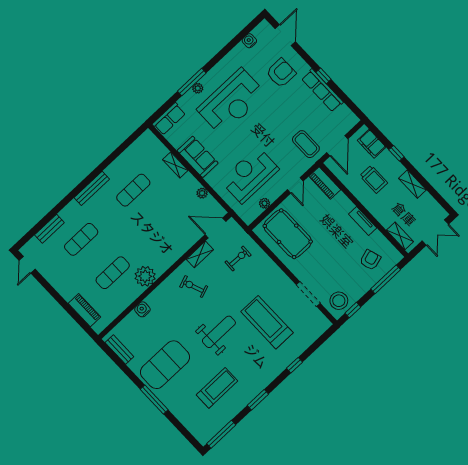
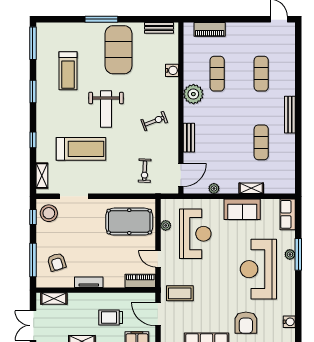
bench: (49, 229) -> (189, 138), moved
shelving: (200, 254) -> (42, 176), moved

